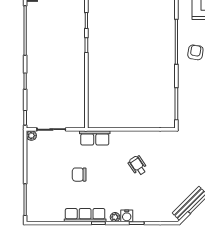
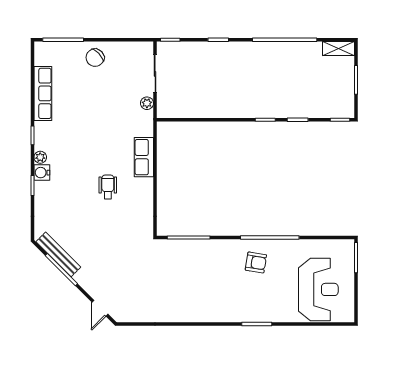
plant: (31, 136) -> (147, 103), moved
row of seats: (95, 138) -> (144, 157), moved
wheelchair: (138, 166) -> (108, 187), turned -56
chair: (79, 175) -> (95, 58), moved, turned -134
row of seats: (85, 215) -> (43, 93), moved

